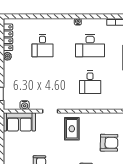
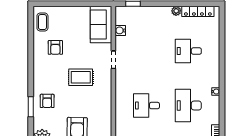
rug: (72, 129) -> (81, 77), moved

